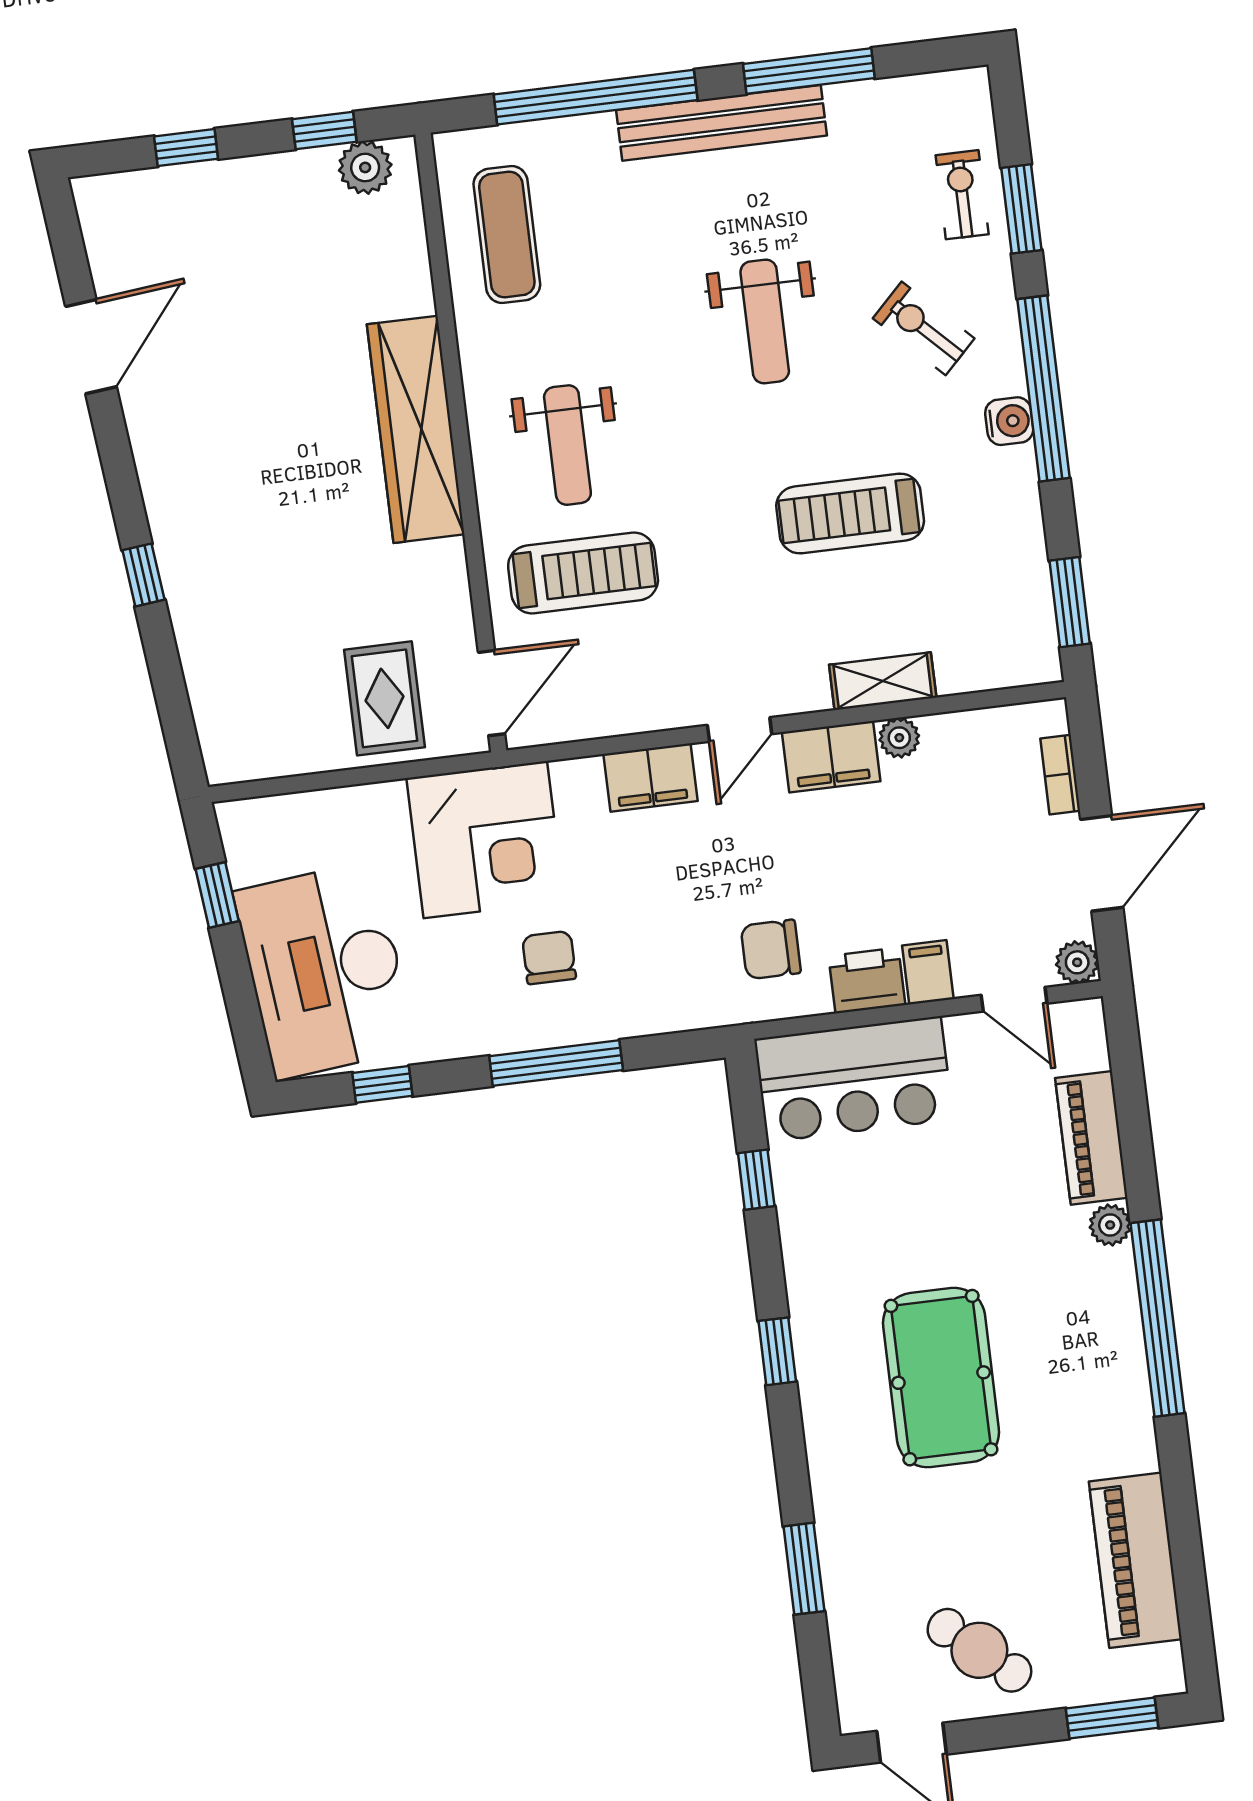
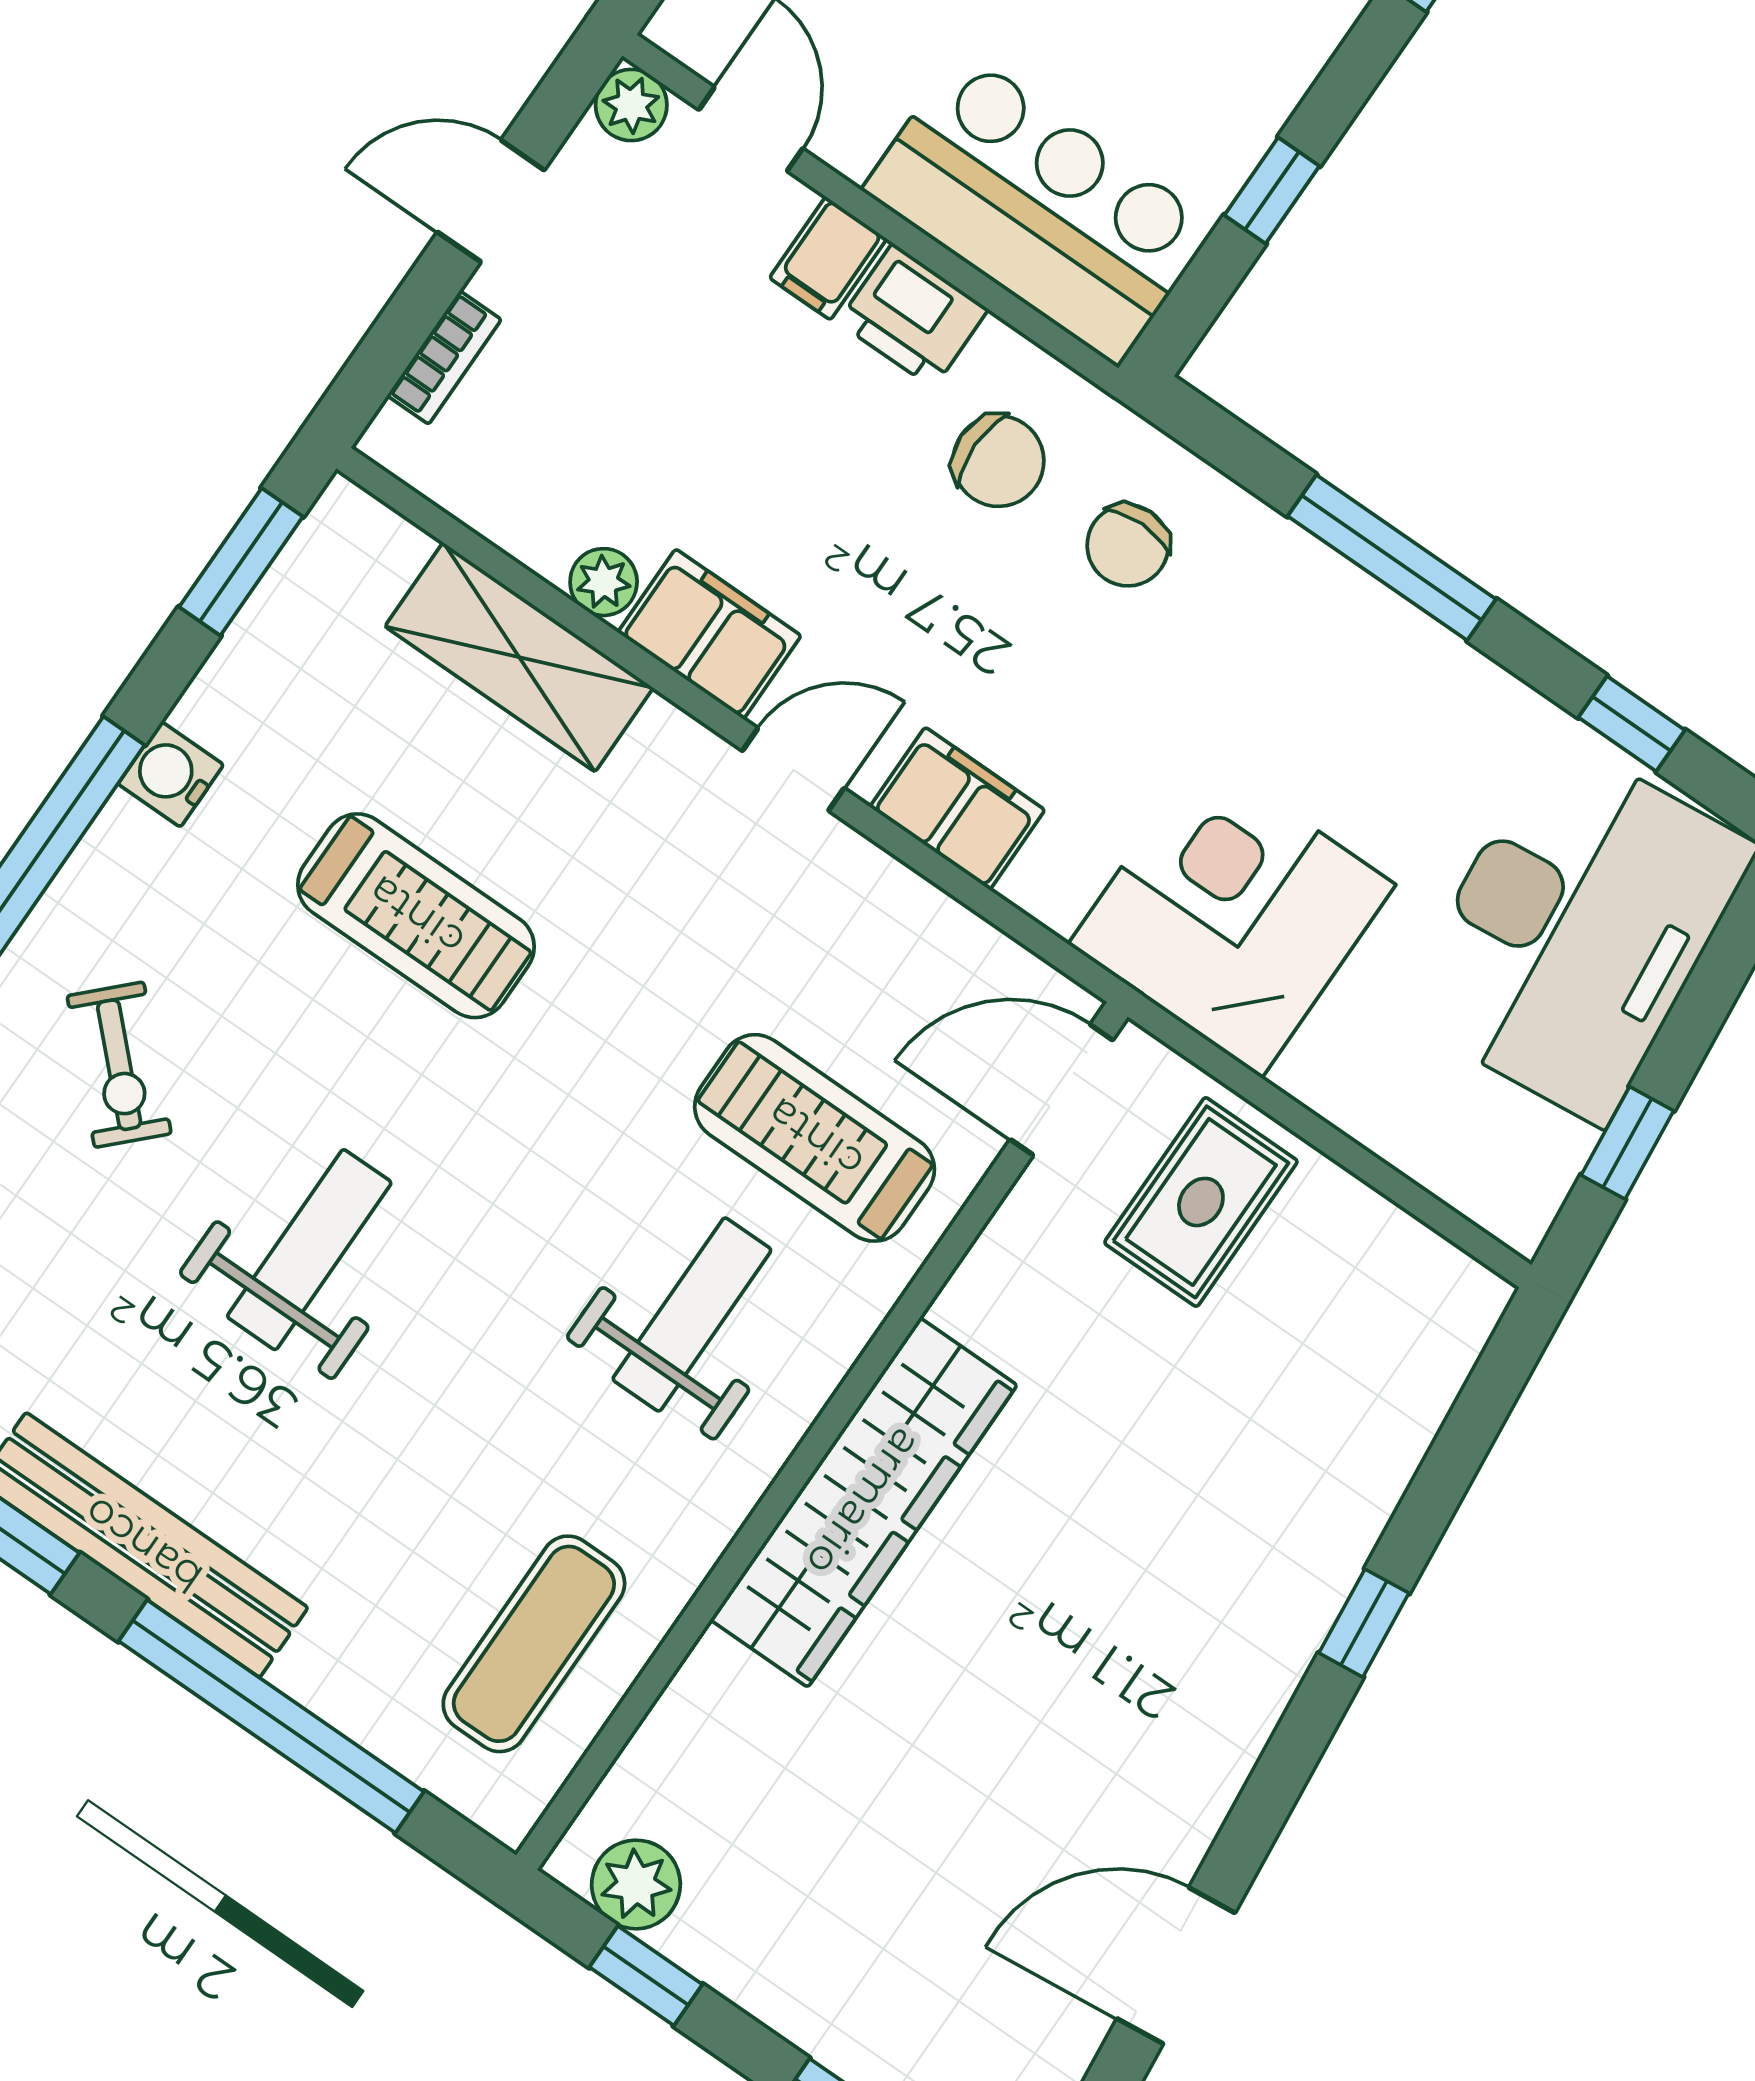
water cooler: (1009, 421) -> (171, 774), moved
shelving: (883, 681) -> (519, 657), width x1.50, depth x1.33
door: (1102, 863) -> (491, 201), width x0.73
chair: (549, 957) -> (1128, 545), moved

